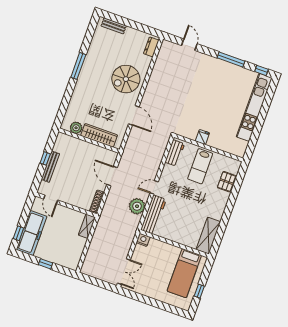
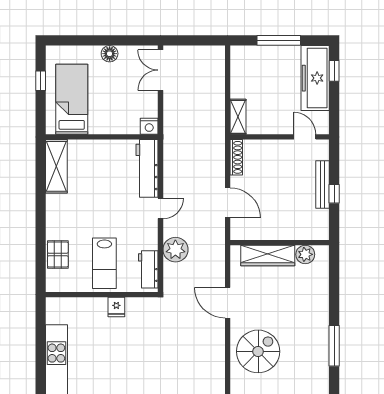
lab bench: (200, 166) -> (104, 263), turned 180
plant: (137, 206) -> (175, 250), moved
window: (46, 264) -> (279, 40), width x2.17
floor lamp: (151, 293) -> (110, 54), added

